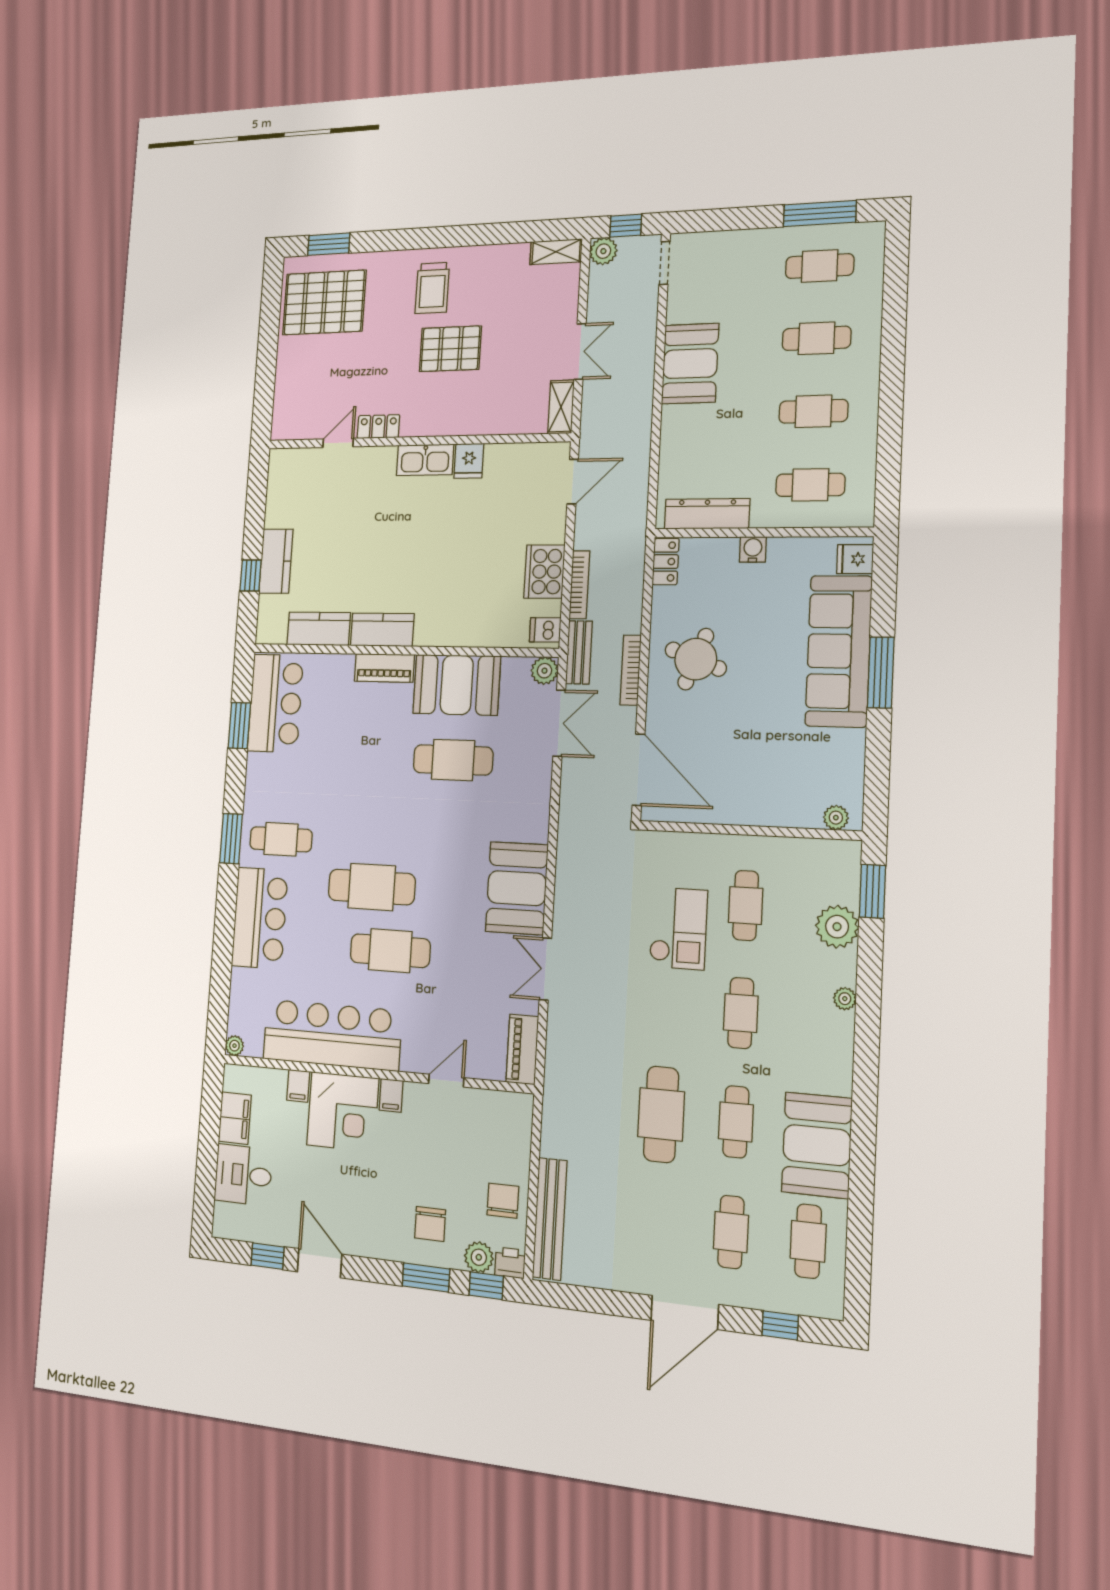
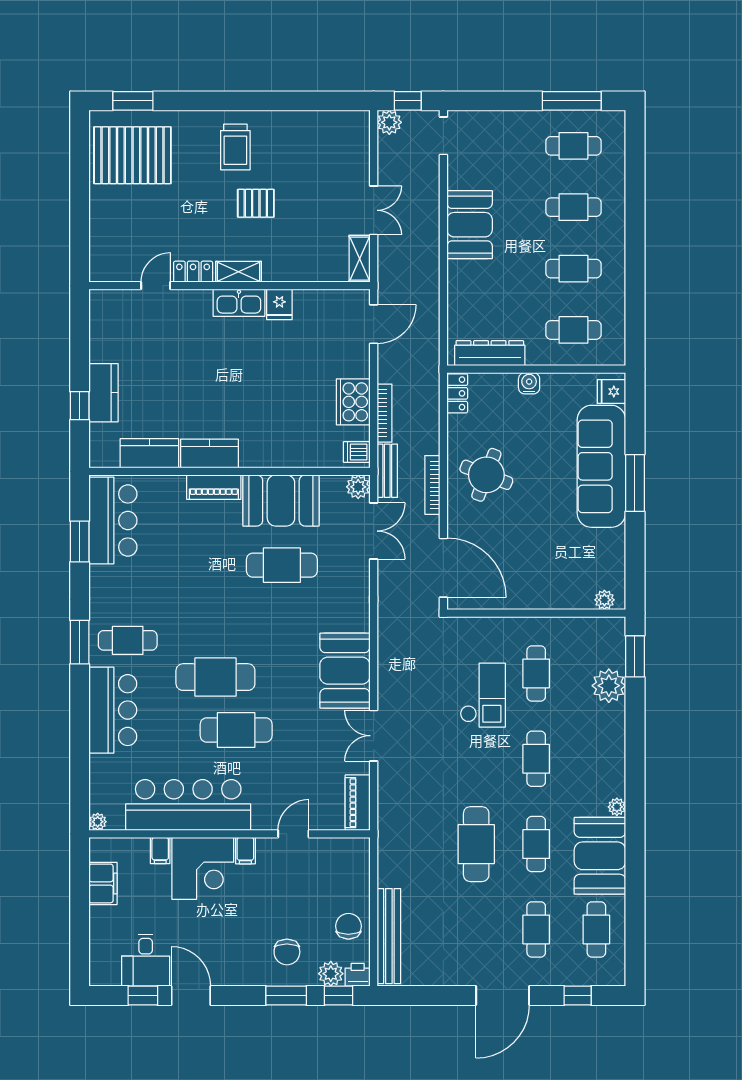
shelving: (556, 252) -> (239, 272), moved
pallet: (450, 349) -> (256, 203), width x0.67, depth x0.71
plant: (845, 999) -> (617, 807), moved
desk: (243, 1175) -> (146, 960), moved, turned -90

